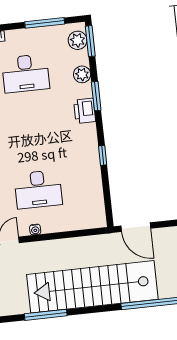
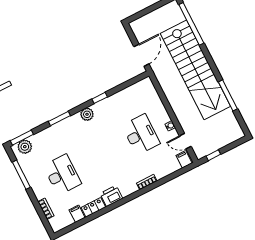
plant: (82, 74) -> (87, 114), moved
printer: (85, 111) -> (73, 123), removed

